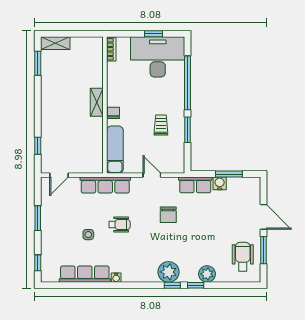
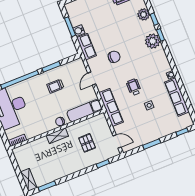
pallet: (72, 136) -> (87, 143), added

